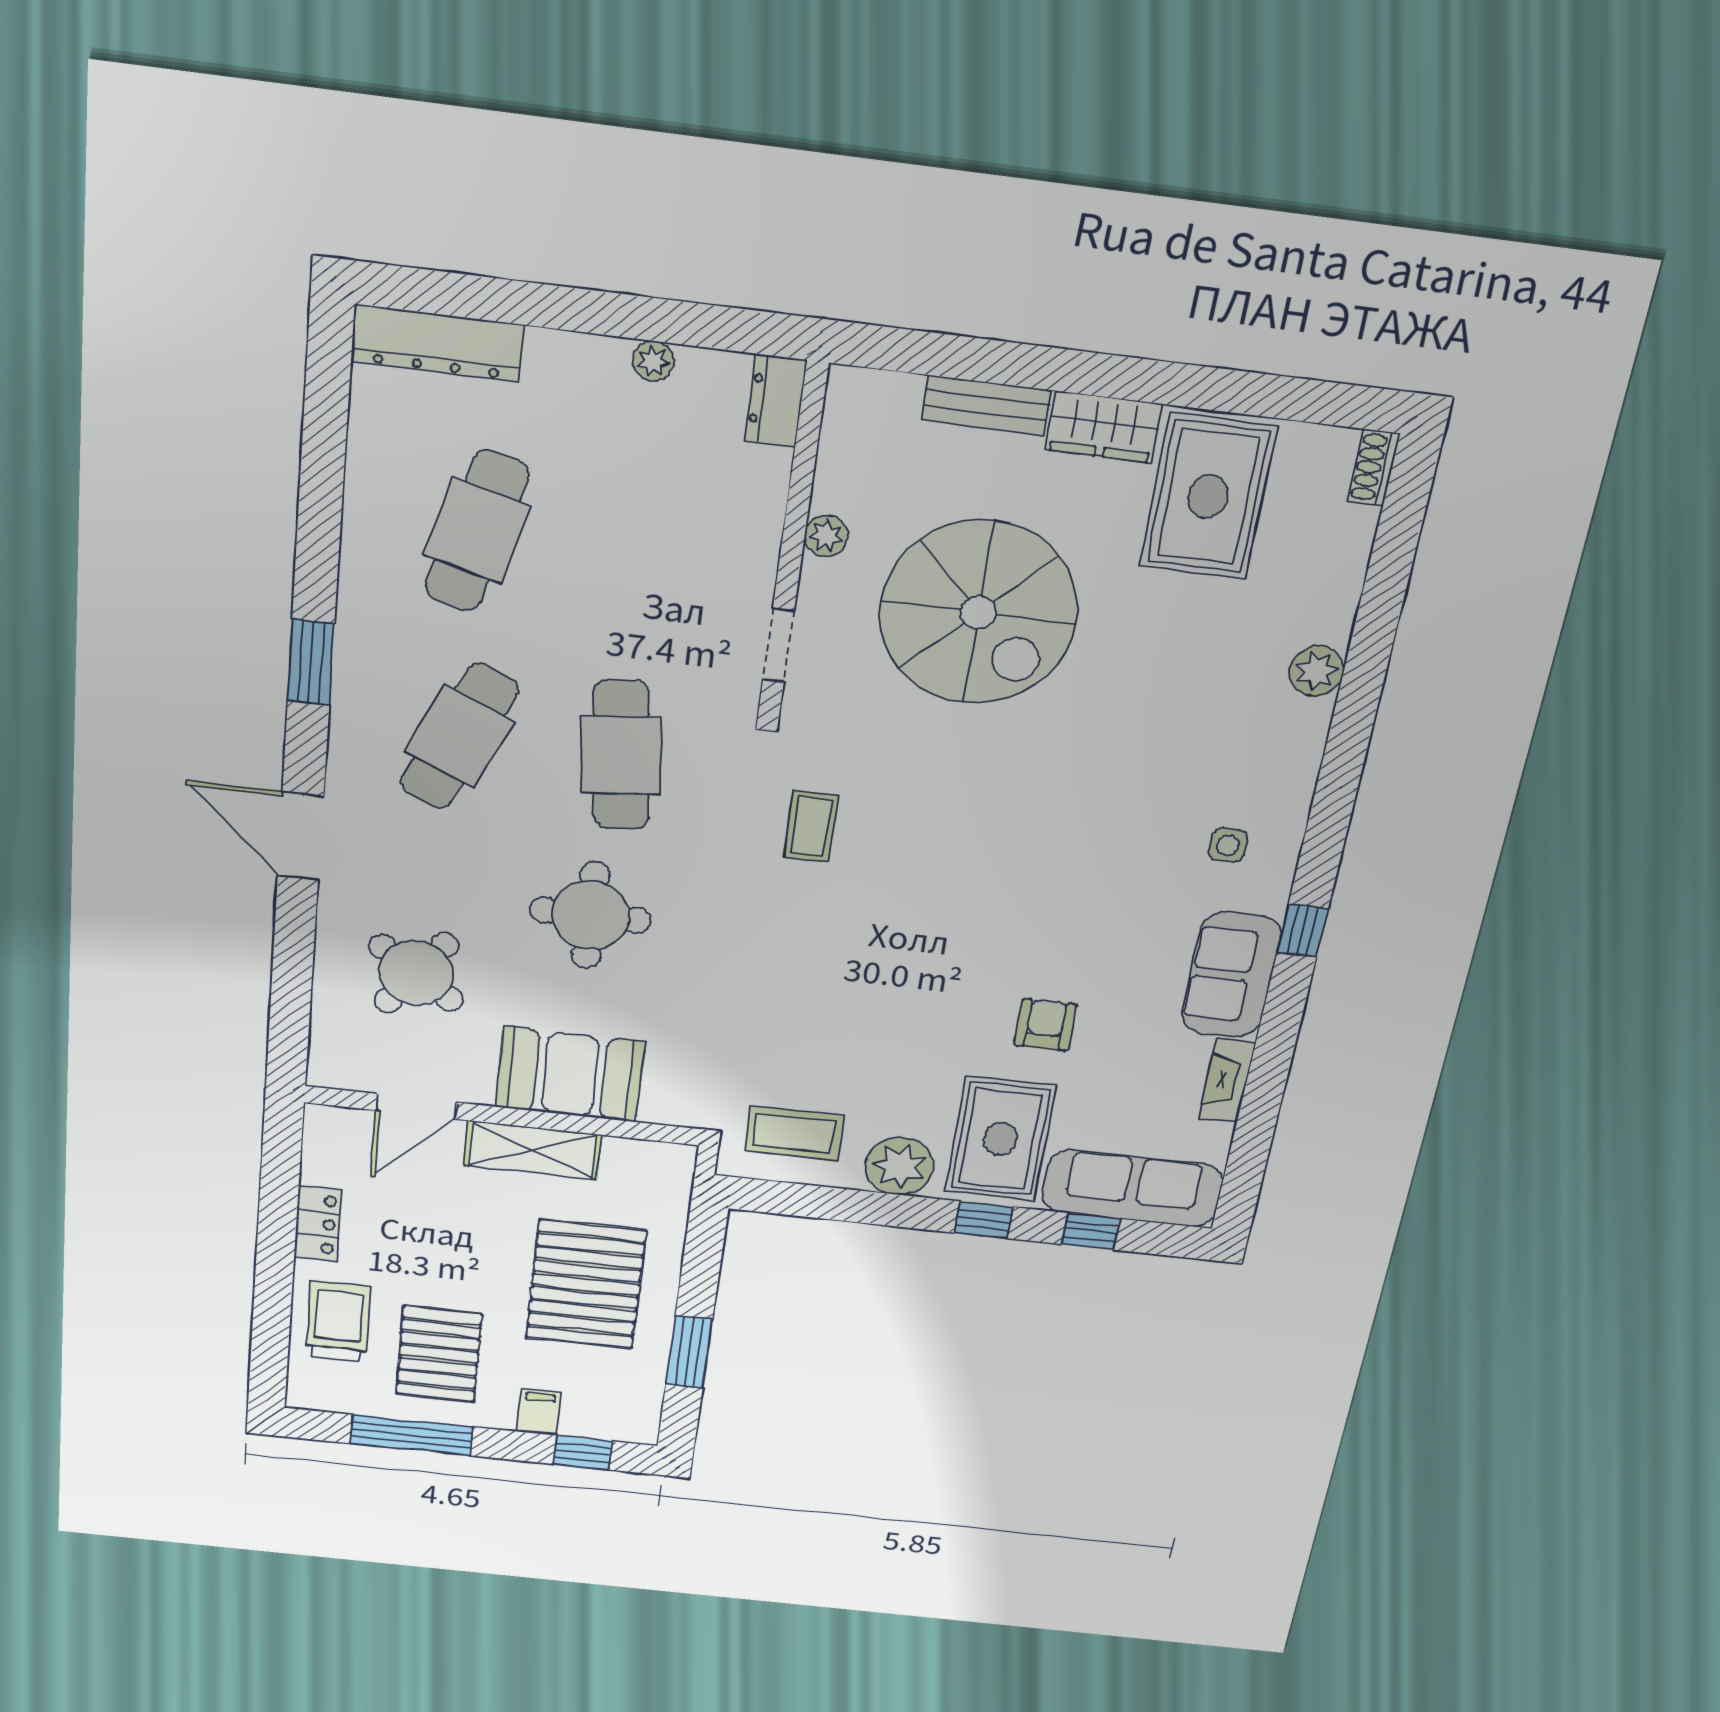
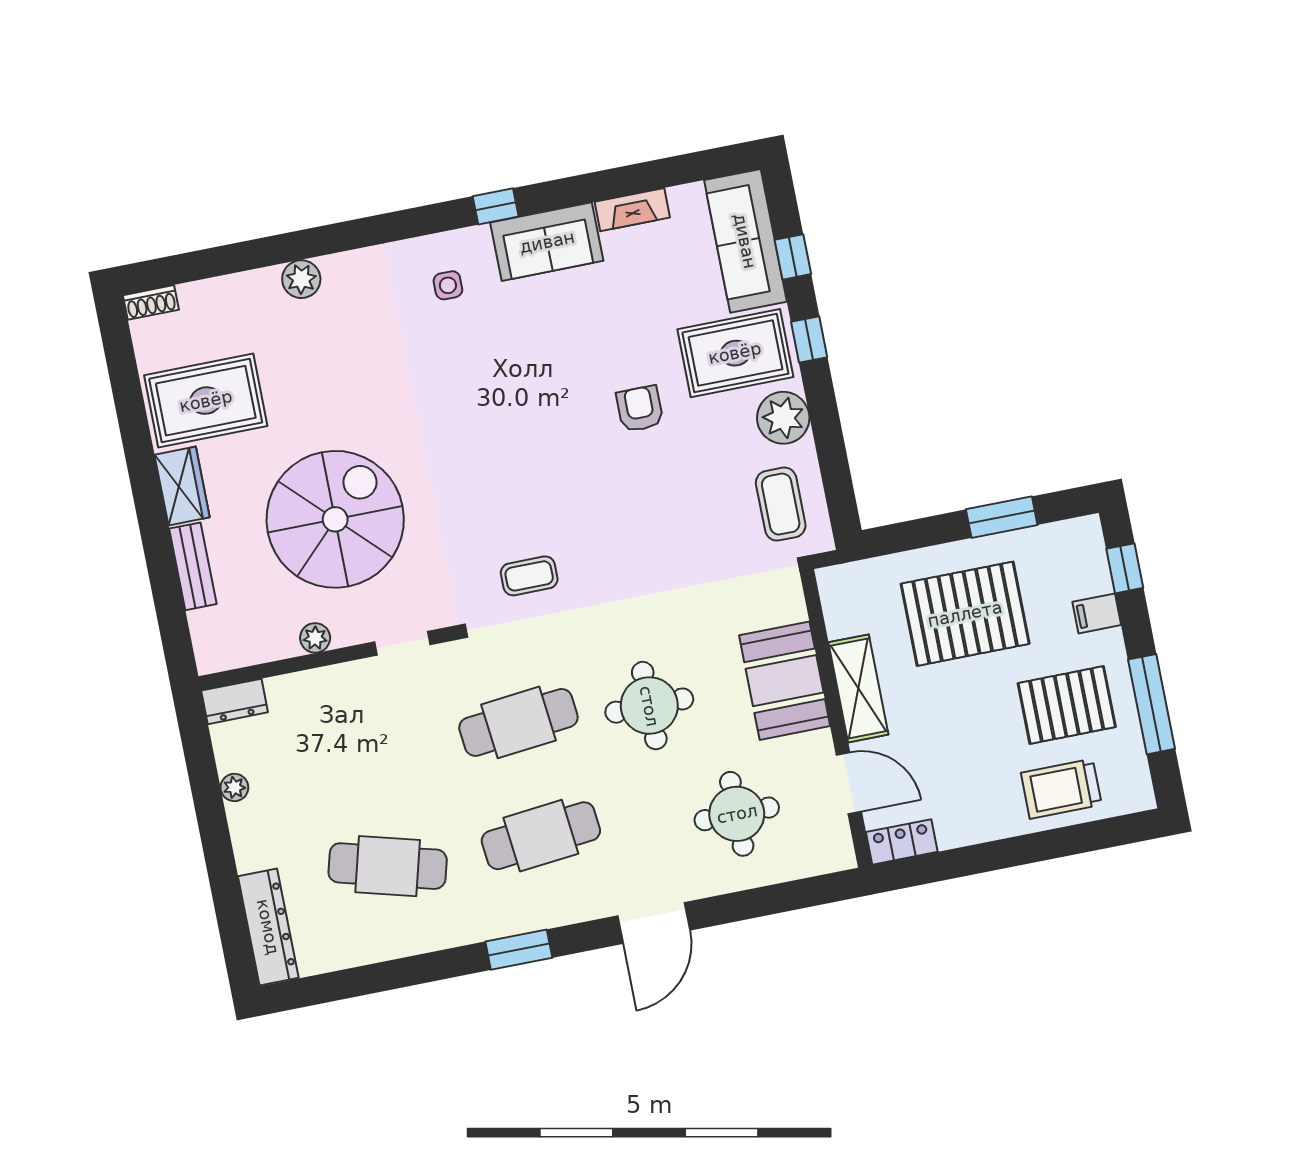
cafe table: (459, 736) -> (541, 836), turned -30
round table: (416, 973) -> (737, 814), turned -36
armchair: (1046, 1025) -> (640, 409), moved, turned 90
locker: (318, 1224) -> (902, 842), moved

